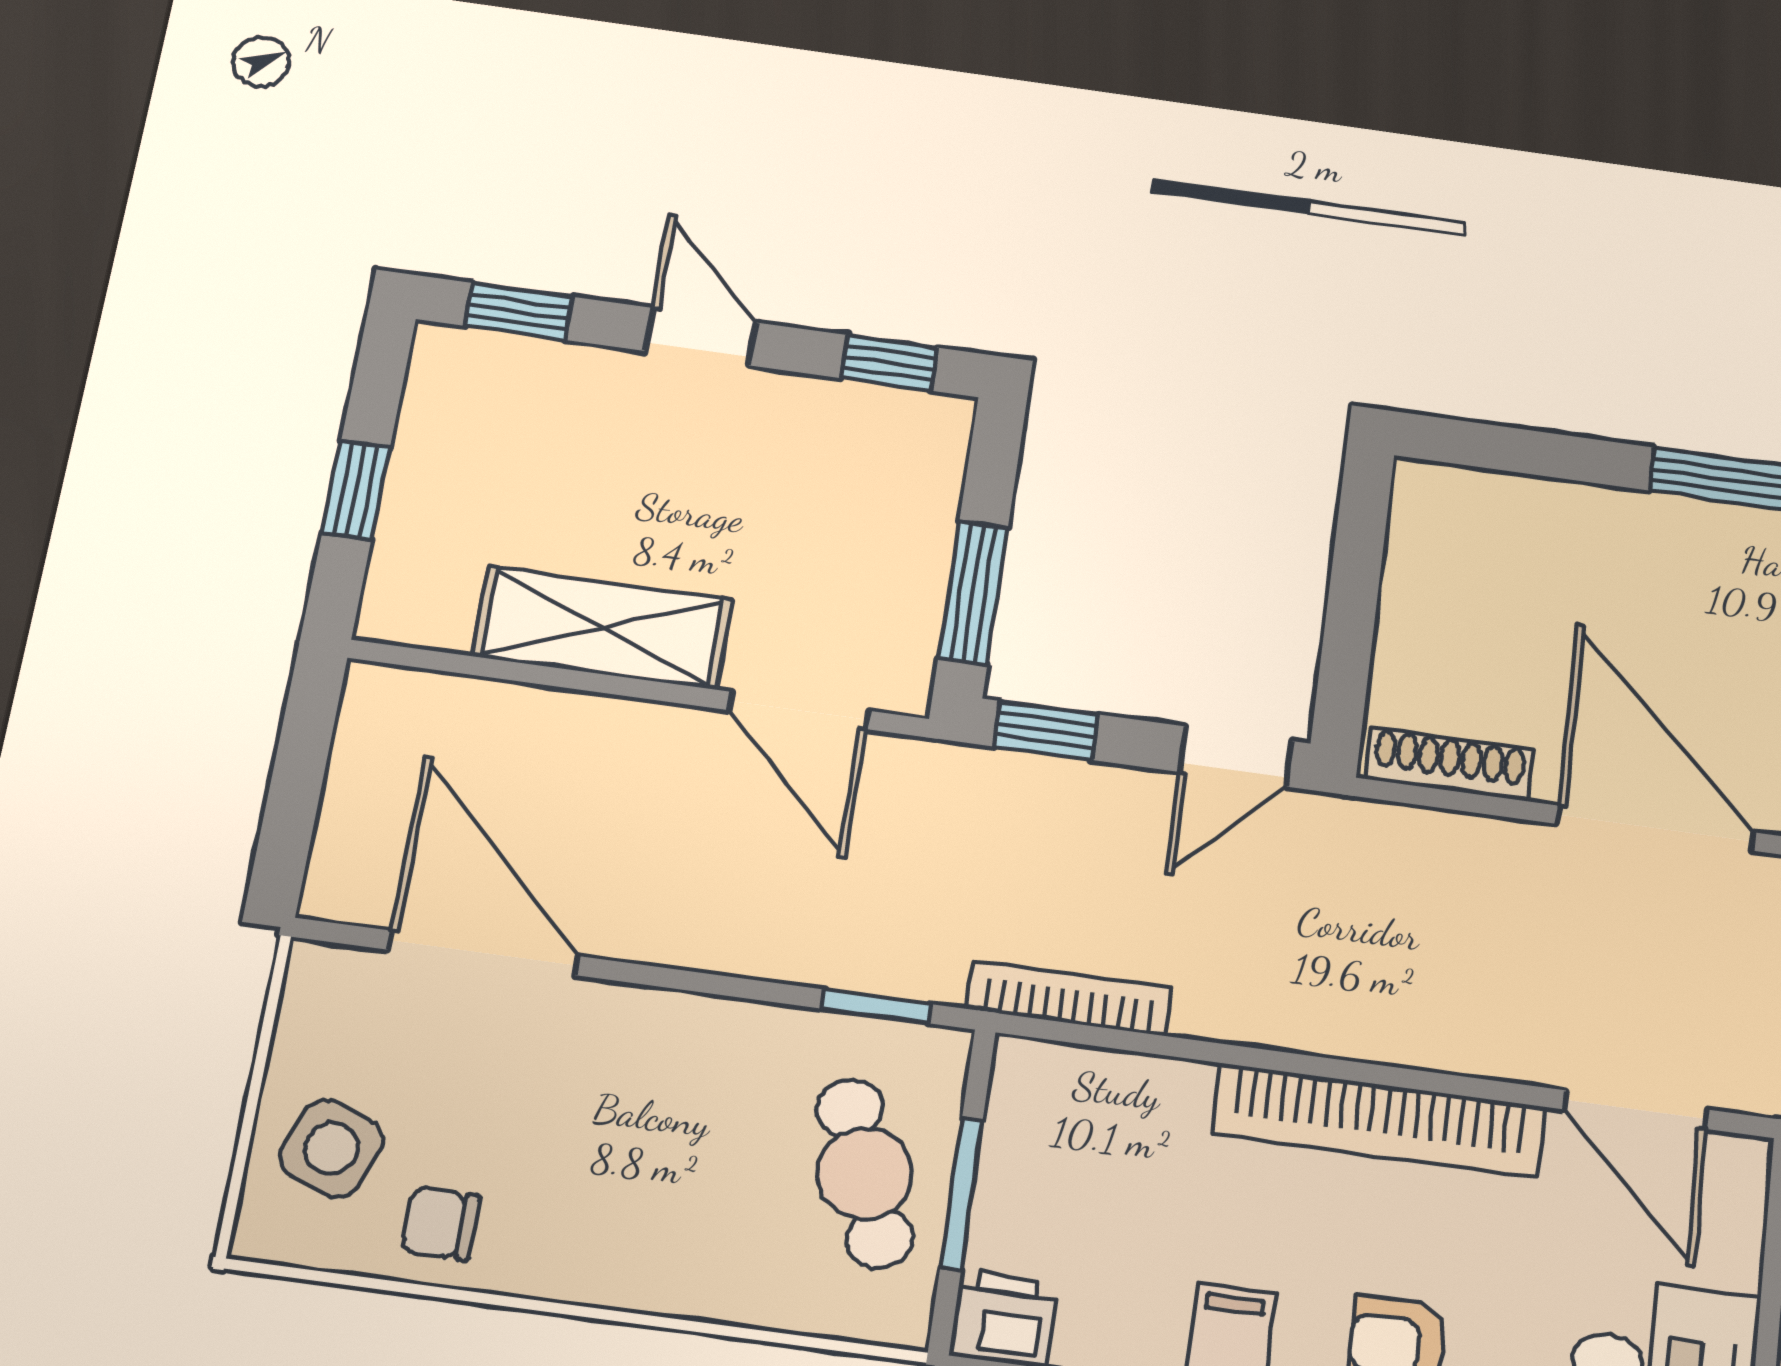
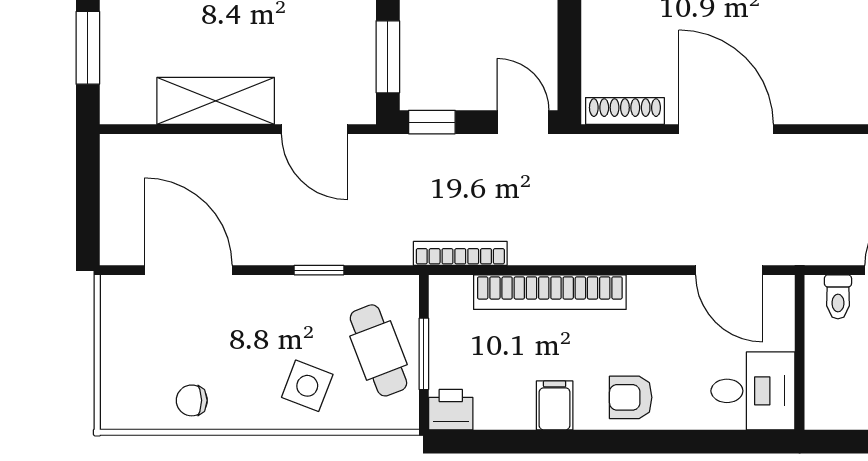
window: (356, 490) -> (88, 48), width x1.50
door: (1236, 757) -> (523, 122), swing flipped
window: (876, 1006) -> (319, 270), moved
bookcase: (1379, 1120) -> (550, 292), moved
side table: (331, 1148) -> (307, 386), moved

